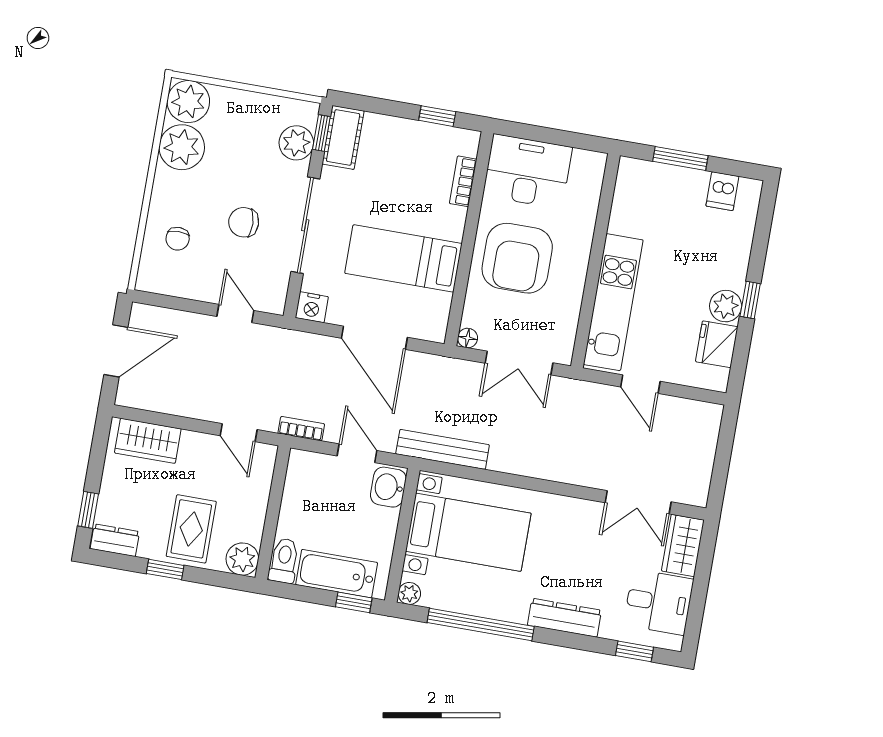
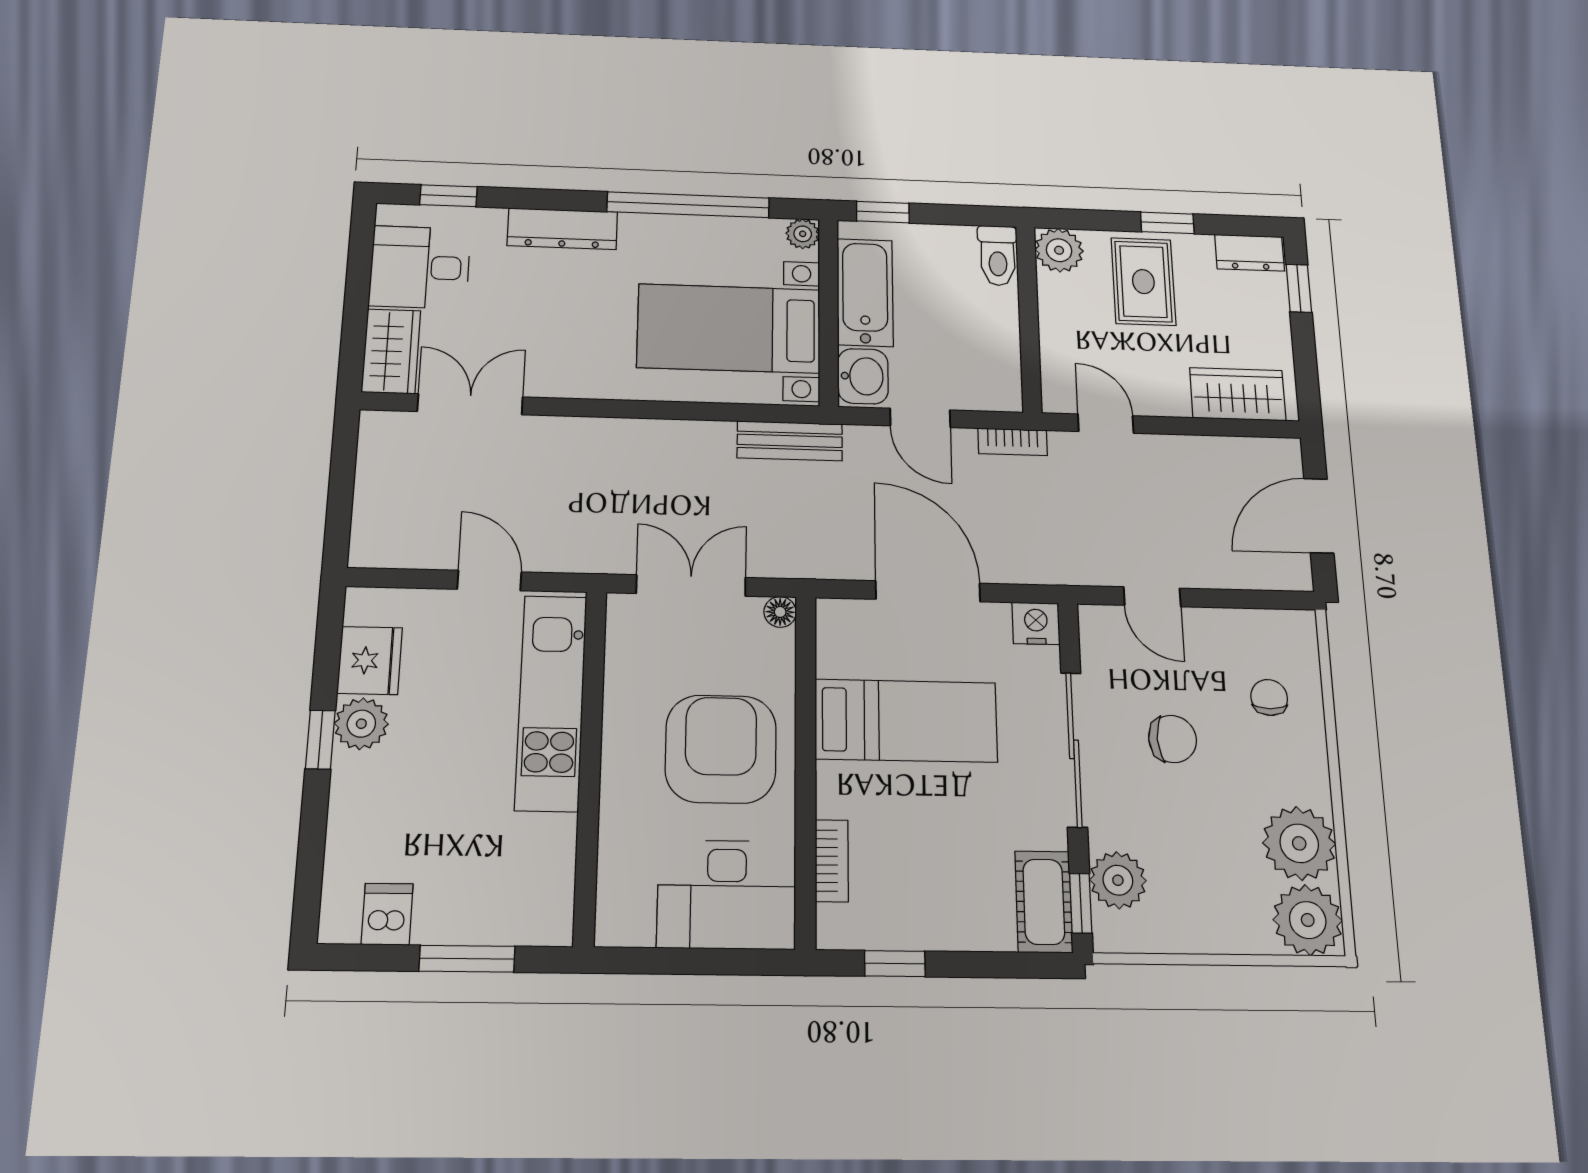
bench: (443, 449) -> (790, 441), width x0.73
bathtub: (337, 574) -> (865, 292), moved, turned -90

